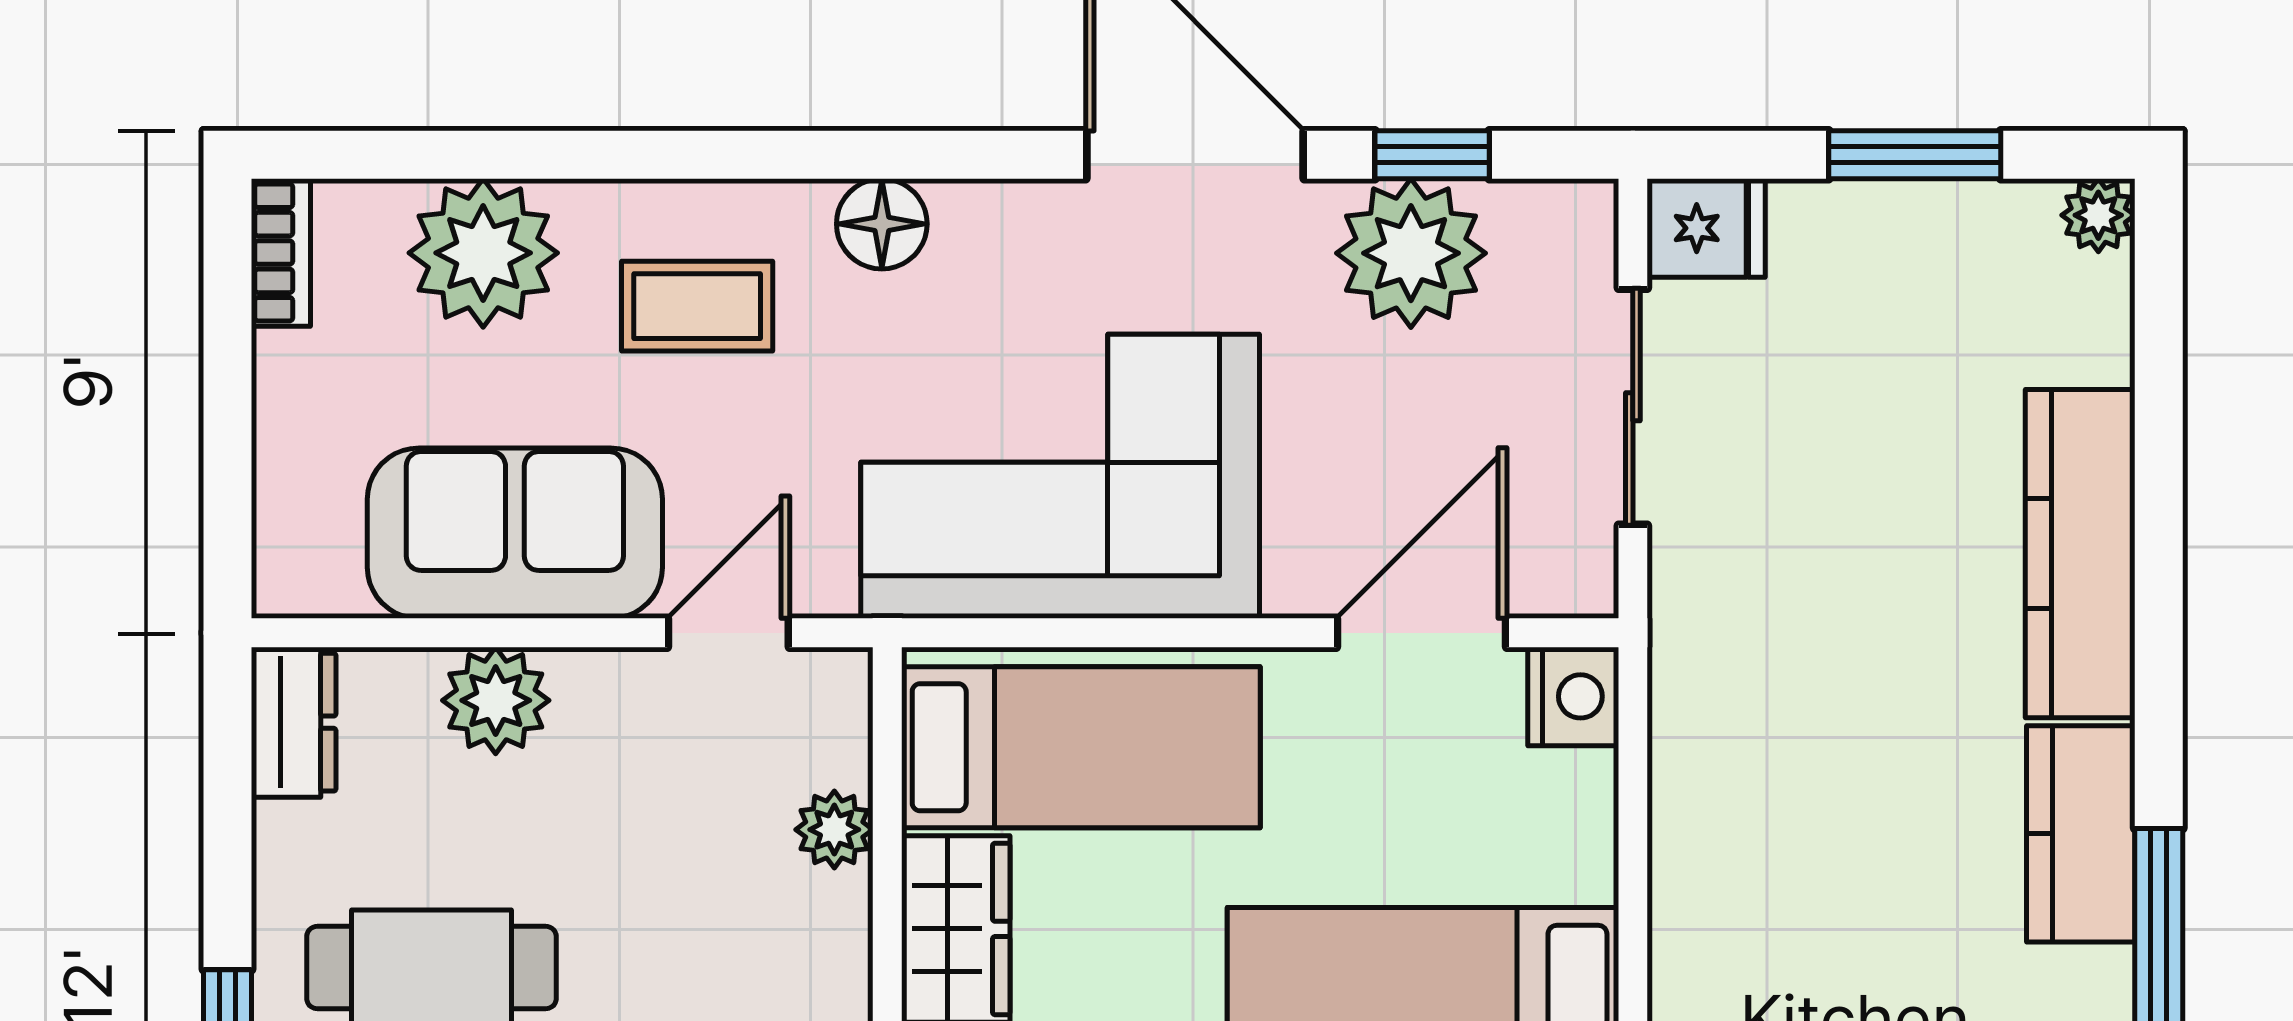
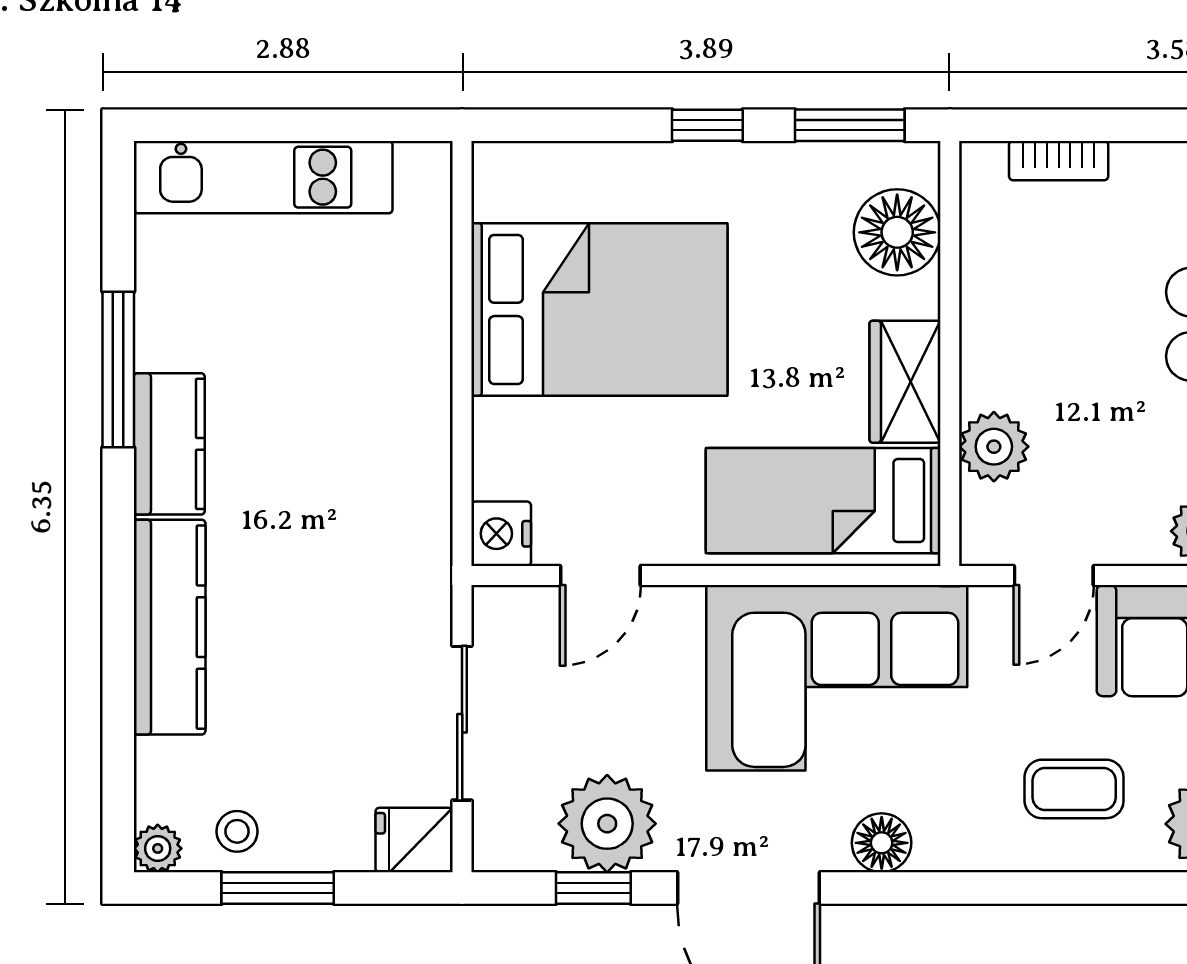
floor lamp: (882, 224) -> (882, 843), moved
stool: (1977, 241) -> (237, 831), added
door: (1421, 633) -> (600, 575), width x0.73
plant: (834, 830) -> (994, 447), width x1.38, depth x1.38

